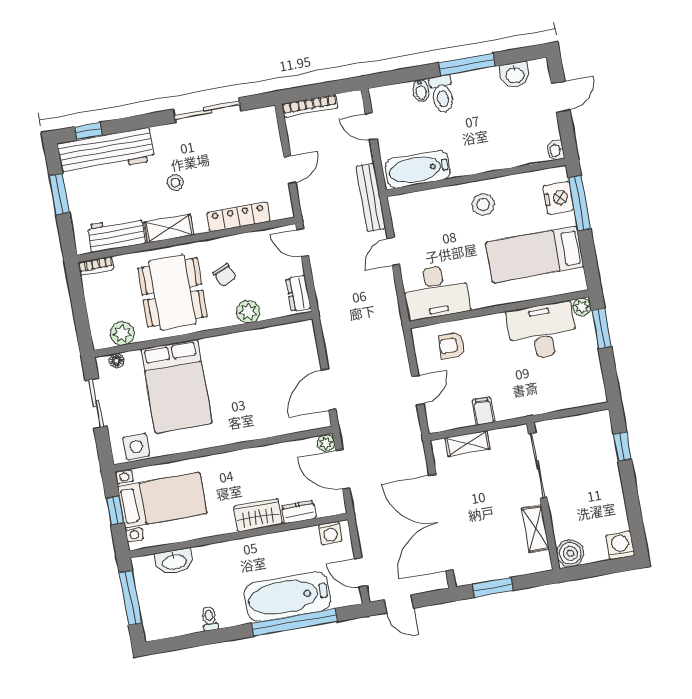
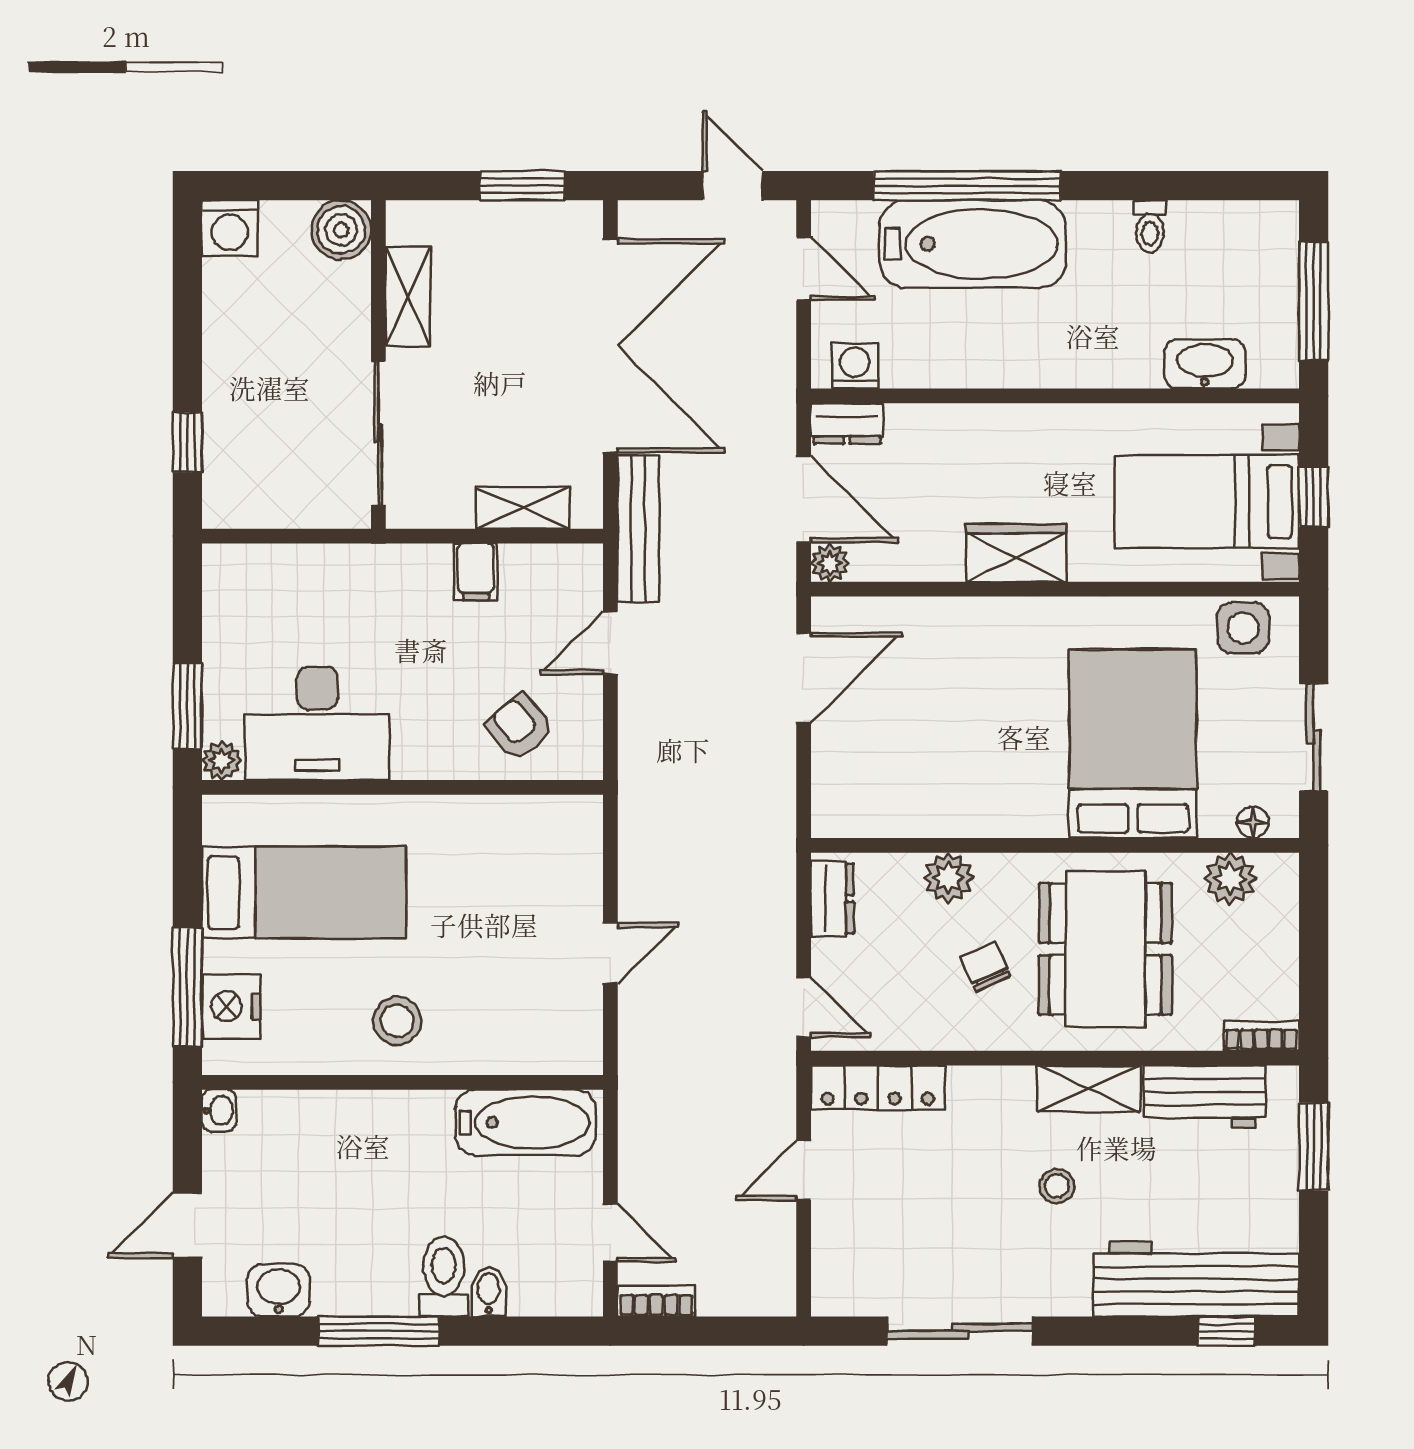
bookcase: (310, 106) -> (656, 1301), moved, width x0.64
window: (59, 194) -> (1314, 1147), moved
bench: (371, 198) -> (638, 529), moved
locker: (238, 217) -> (878, 1087), moved
desk: (436, 292) -> (533, 849), removed
armchair: (452, 345) -> (519, 727), turned -130
dresser: (299, 512) -> (847, 423), moved
wardrobe: (258, 515) -> (1016, 553), moved, turned 180

